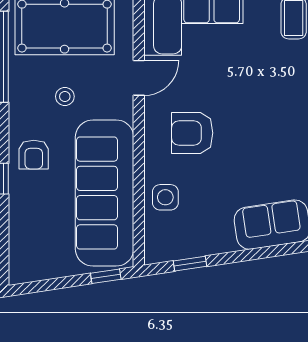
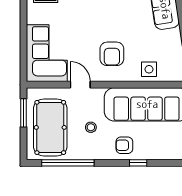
armchair: (34, 155) -> (124, 145), turned 180

